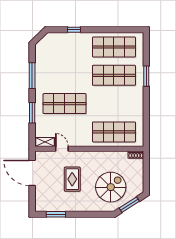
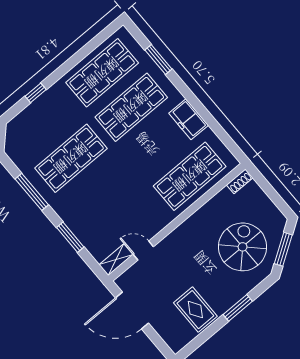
window: (146, 76) -> (158, 59), moved
shop shelf: (65, 104) -> (71, 158), moved
freezer: (137, 104) -> (189, 119), added
rug: (72, 179) -> (195, 310), moved
window: (56, 214) -> (238, 308), moved

